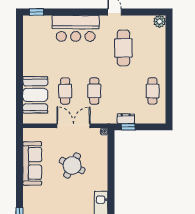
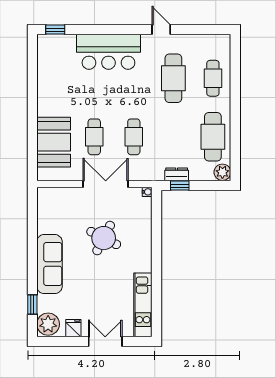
plant: (160, 21) -> (222, 172), moved
cafe table: (153, 48) -> (213, 78), added
cafe table: (153, 91) -> (213, 137), width x1.37, depth x1.35
sofa: (32, 163) -> (49, 264), moved

